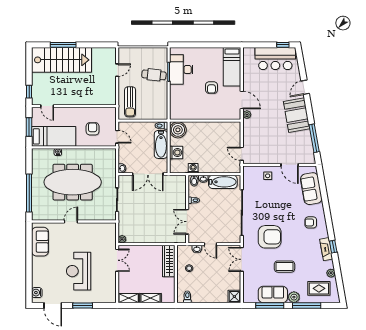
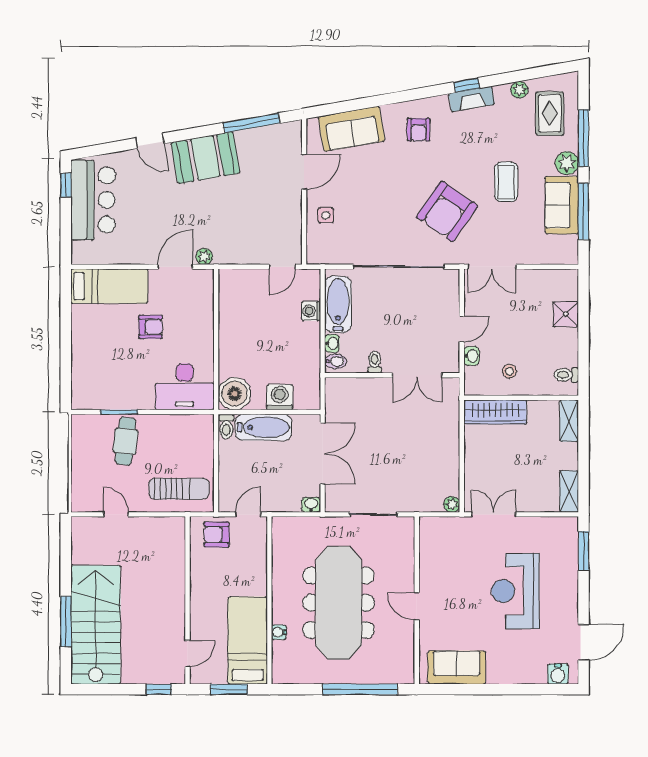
desk: (181, 70) -> (185, 387), moved
armchair: (93, 129) -> (216, 535), moved
washing machine: (193, 168) -> (311, 311), moved
armchair: (270, 237) -> (447, 211), turned -145
reception desk: (79, 271) -> (515, 591), turned 90
shower: (234, 297) -> (566, 314), moved
shelving: (151, 298) -> (569, 421), moved
window: (83, 305) -> (584, 551), moved

